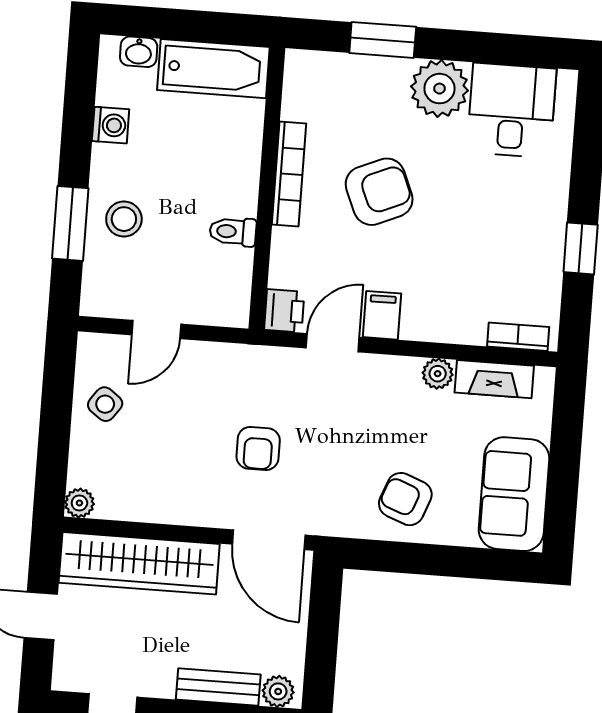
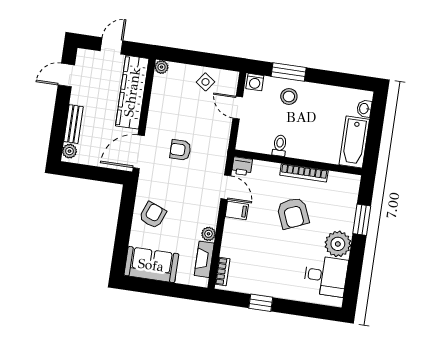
washing machine: (111, 125) -> (255, 82), moved

